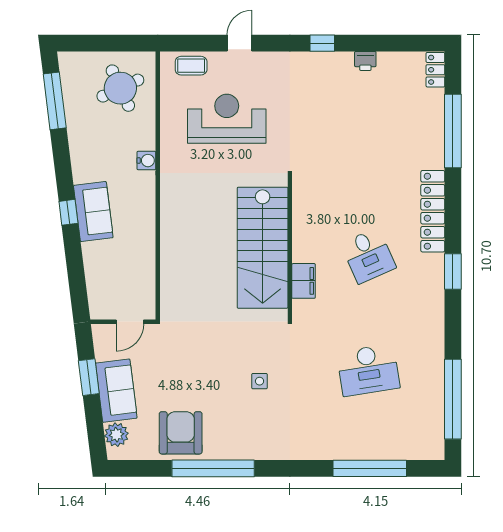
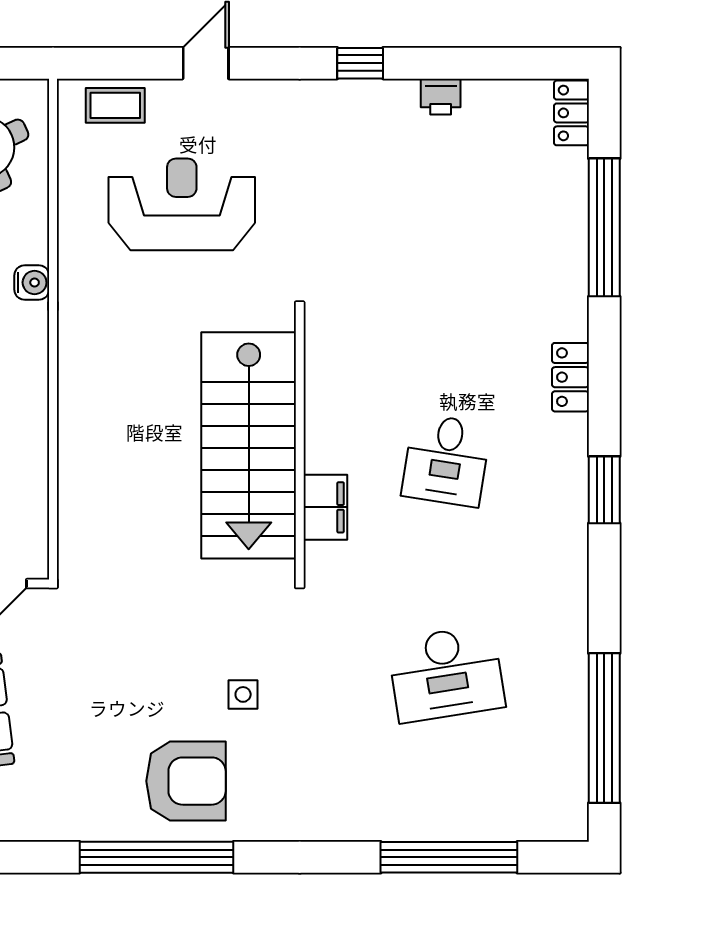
locker: (433, 211) -> (570, 377), width x0.46, depth x0.83
desk: (368, 256) -> (446, 460), turned 33
armchair: (181, 433) -> (186, 781), moved, turned 90

